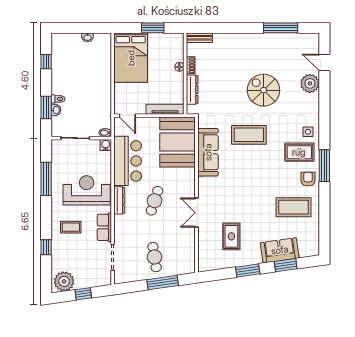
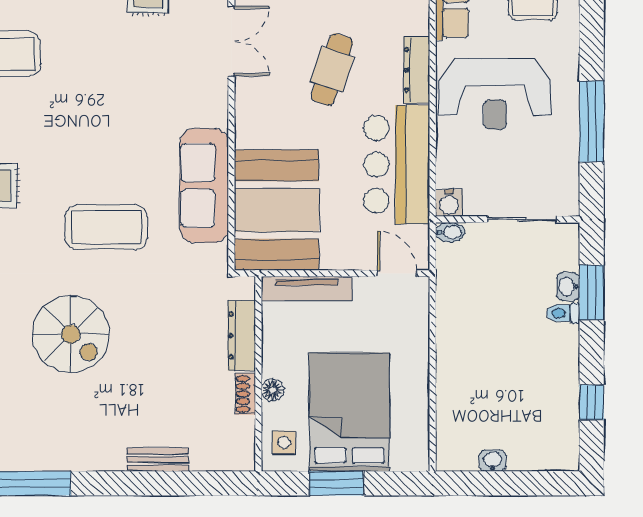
bench: (199, 38) -> (158, 460), moved
side table: (175, 45) -> (284, 442), added
bed: (131, 58) -> (349, 412), moved

